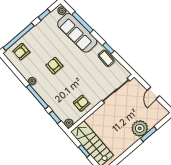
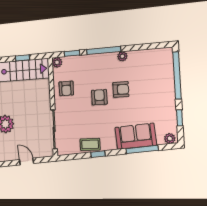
sofa: (77, 33) -> (136, 136), width x0.73
armchair: (21, 52) -> (99, 97), moved

